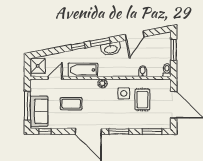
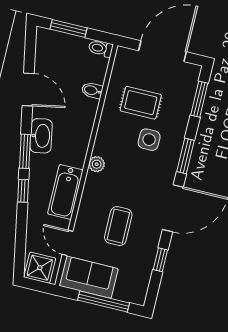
side table: (124, 93) -> (149, 140), moved
sofa: (39, 111) -> (89, 277), moved
window: (45, 131) -> (160, 260), moved

